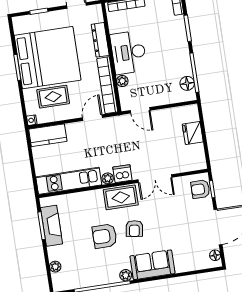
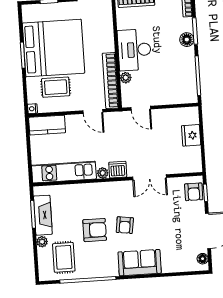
dresser: (100, 40) -> (107, 35), removed
floor lamp: (187, 83) -> (187, 40), moved
door: (92, 118) -> (93, 111), swing flipped
armchair: (200, 189) -> (194, 192), turned -90
rug: (121, 197) -> (64, 257), moved, turned 90
armchair: (105, 236) -> (95, 230), turned 180
plant: (55, 267) -> (42, 242), moved
plant: (126, 275) -> (112, 271), removed

